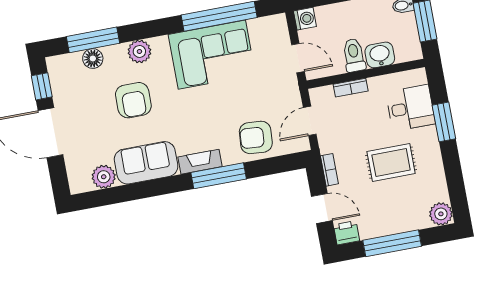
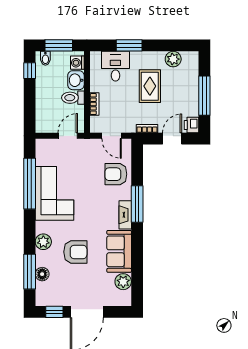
washing machine: (305, 19) -> (77, 63), moved, turned -90
armchair: (256, 137) -> (116, 174), turned 86
plant: (441, 214) -> (173, 59), moved

